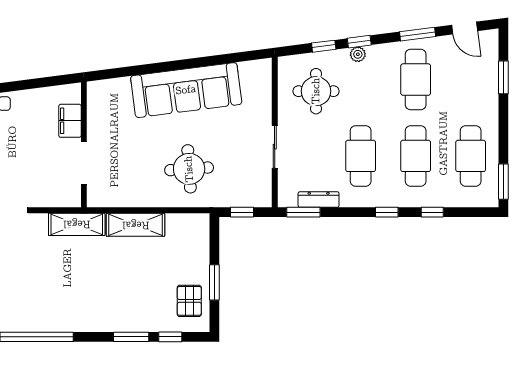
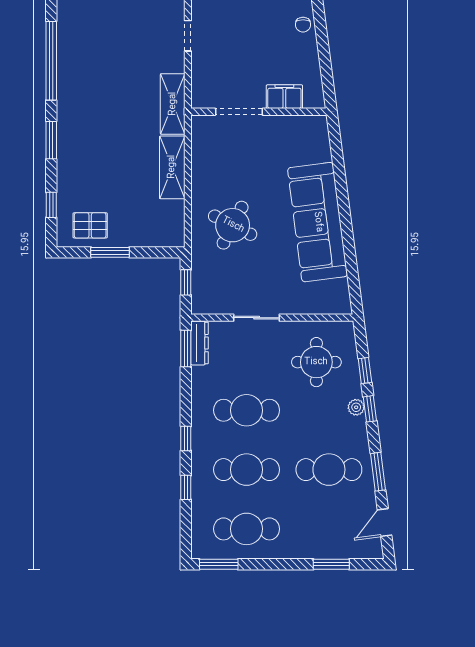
round table: (189, 169) -> (233, 225), turned 31
dresser: (319, 200) -> (199, 343), moved
window: (131, 337) -> (51, 140), moved

